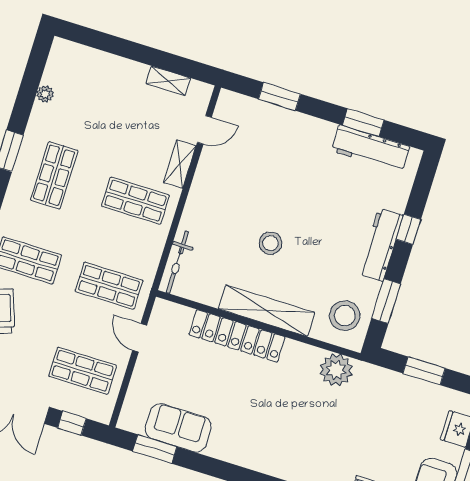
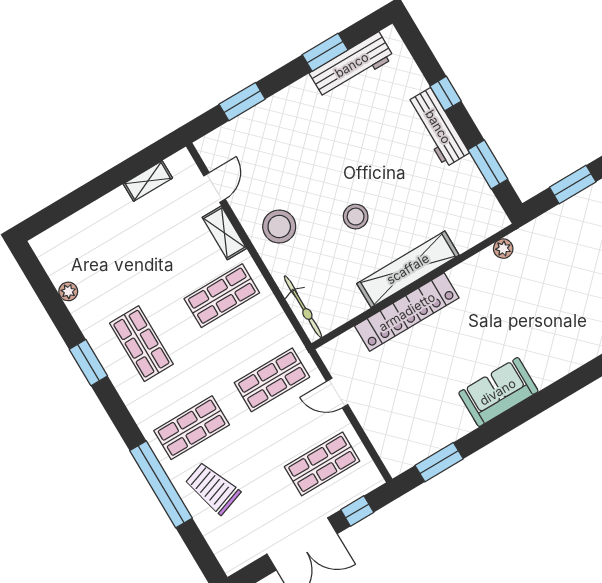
stool: (345, 316) -> (279, 226), moved
plant: (336, 370) -> (503, 249), width x0.53, depth x0.53
sofa: (178, 428) -> (498, 392), moved

